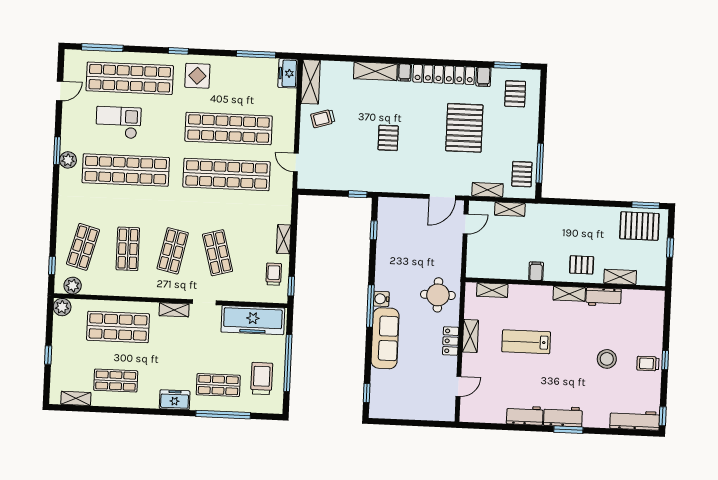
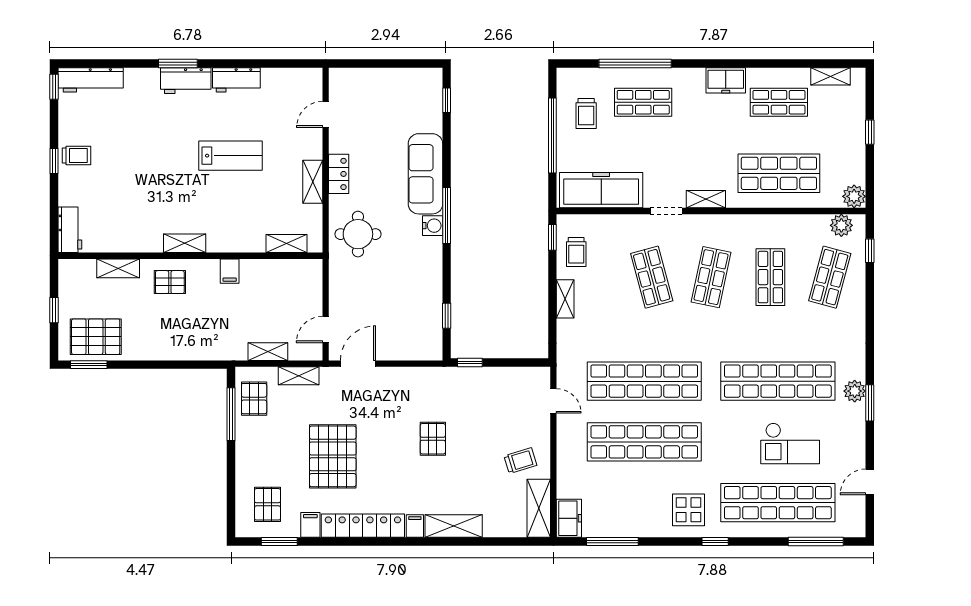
workbench: (603, 297) -> (70, 230), moved, turned 90
lab bench: (526, 342) -> (230, 156), moved
stool: (607, 359) -> (131, 159), removed
trolley: (262, 379) -> (586, 113), width x0.73, depth x0.72
freezer: (175, 400) -> (726, 80), moved

